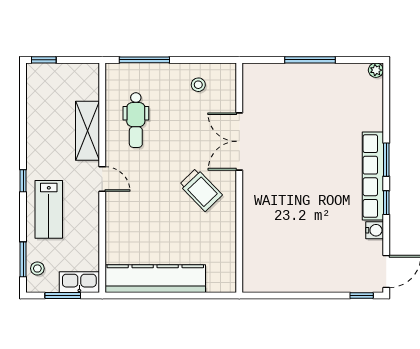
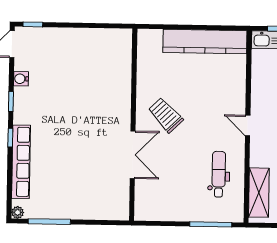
window: (310, 60) -> (49, 222), moved
stool: (198, 85) -> (166, 203), removed
shelving: (87, 131) -> (259, 193), moved
window: (386, 160) -> (10, 138), width x0.67
row of seats: (373, 176) -> (21, 162), moved

